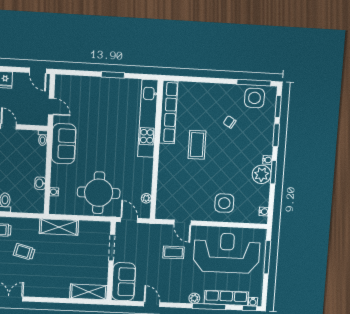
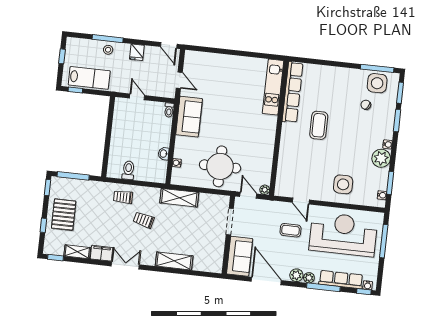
window: (113, 75) -> (240, 53), removed
kitchen unit: (148, 118) -> (273, 87), width x0.73
chair: (230, 122) -> (366, 105), moved
window: (273, 172) -> (390, 183), moved
plant: (146, 198) -> (265, 190), moved
shelving: (89, 292) -> (174, 261), moved
plant: (182, 297) -> (296, 275), added
door: (152, 304) -> (266, 281), width x1.88

